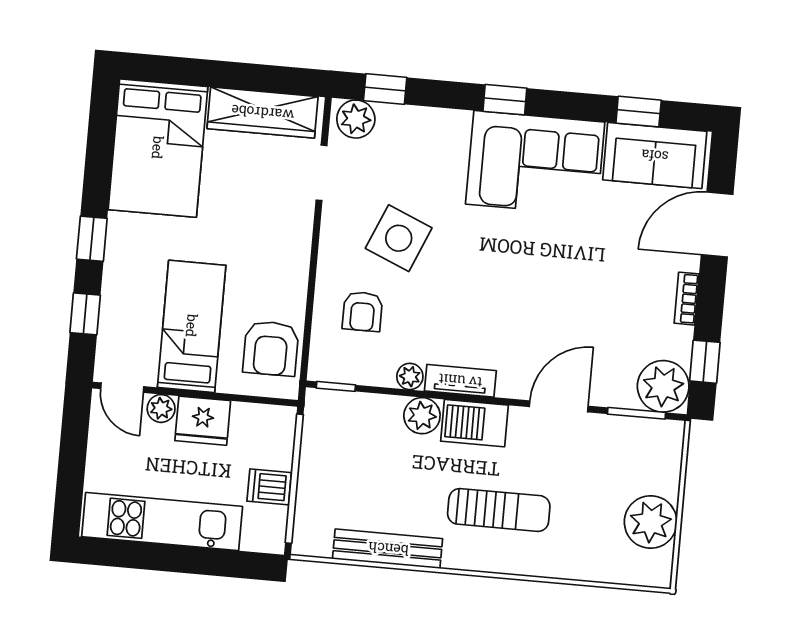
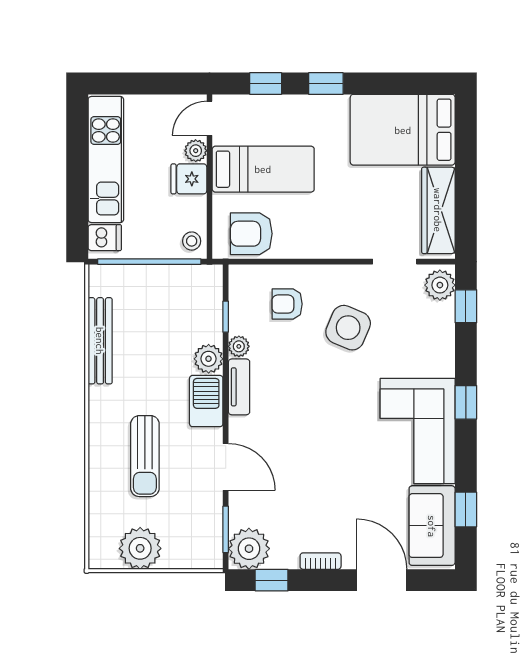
window: (336, 386) -> (226, 317), moved
fridge: (203, 421) -> (189, 179), width x0.72
stool: (273, 424) -> (192, 241), added
dishwasher: (269, 487) -> (105, 238), moved, turned 90
sun lounger: (499, 510) -> (145, 456), moved

